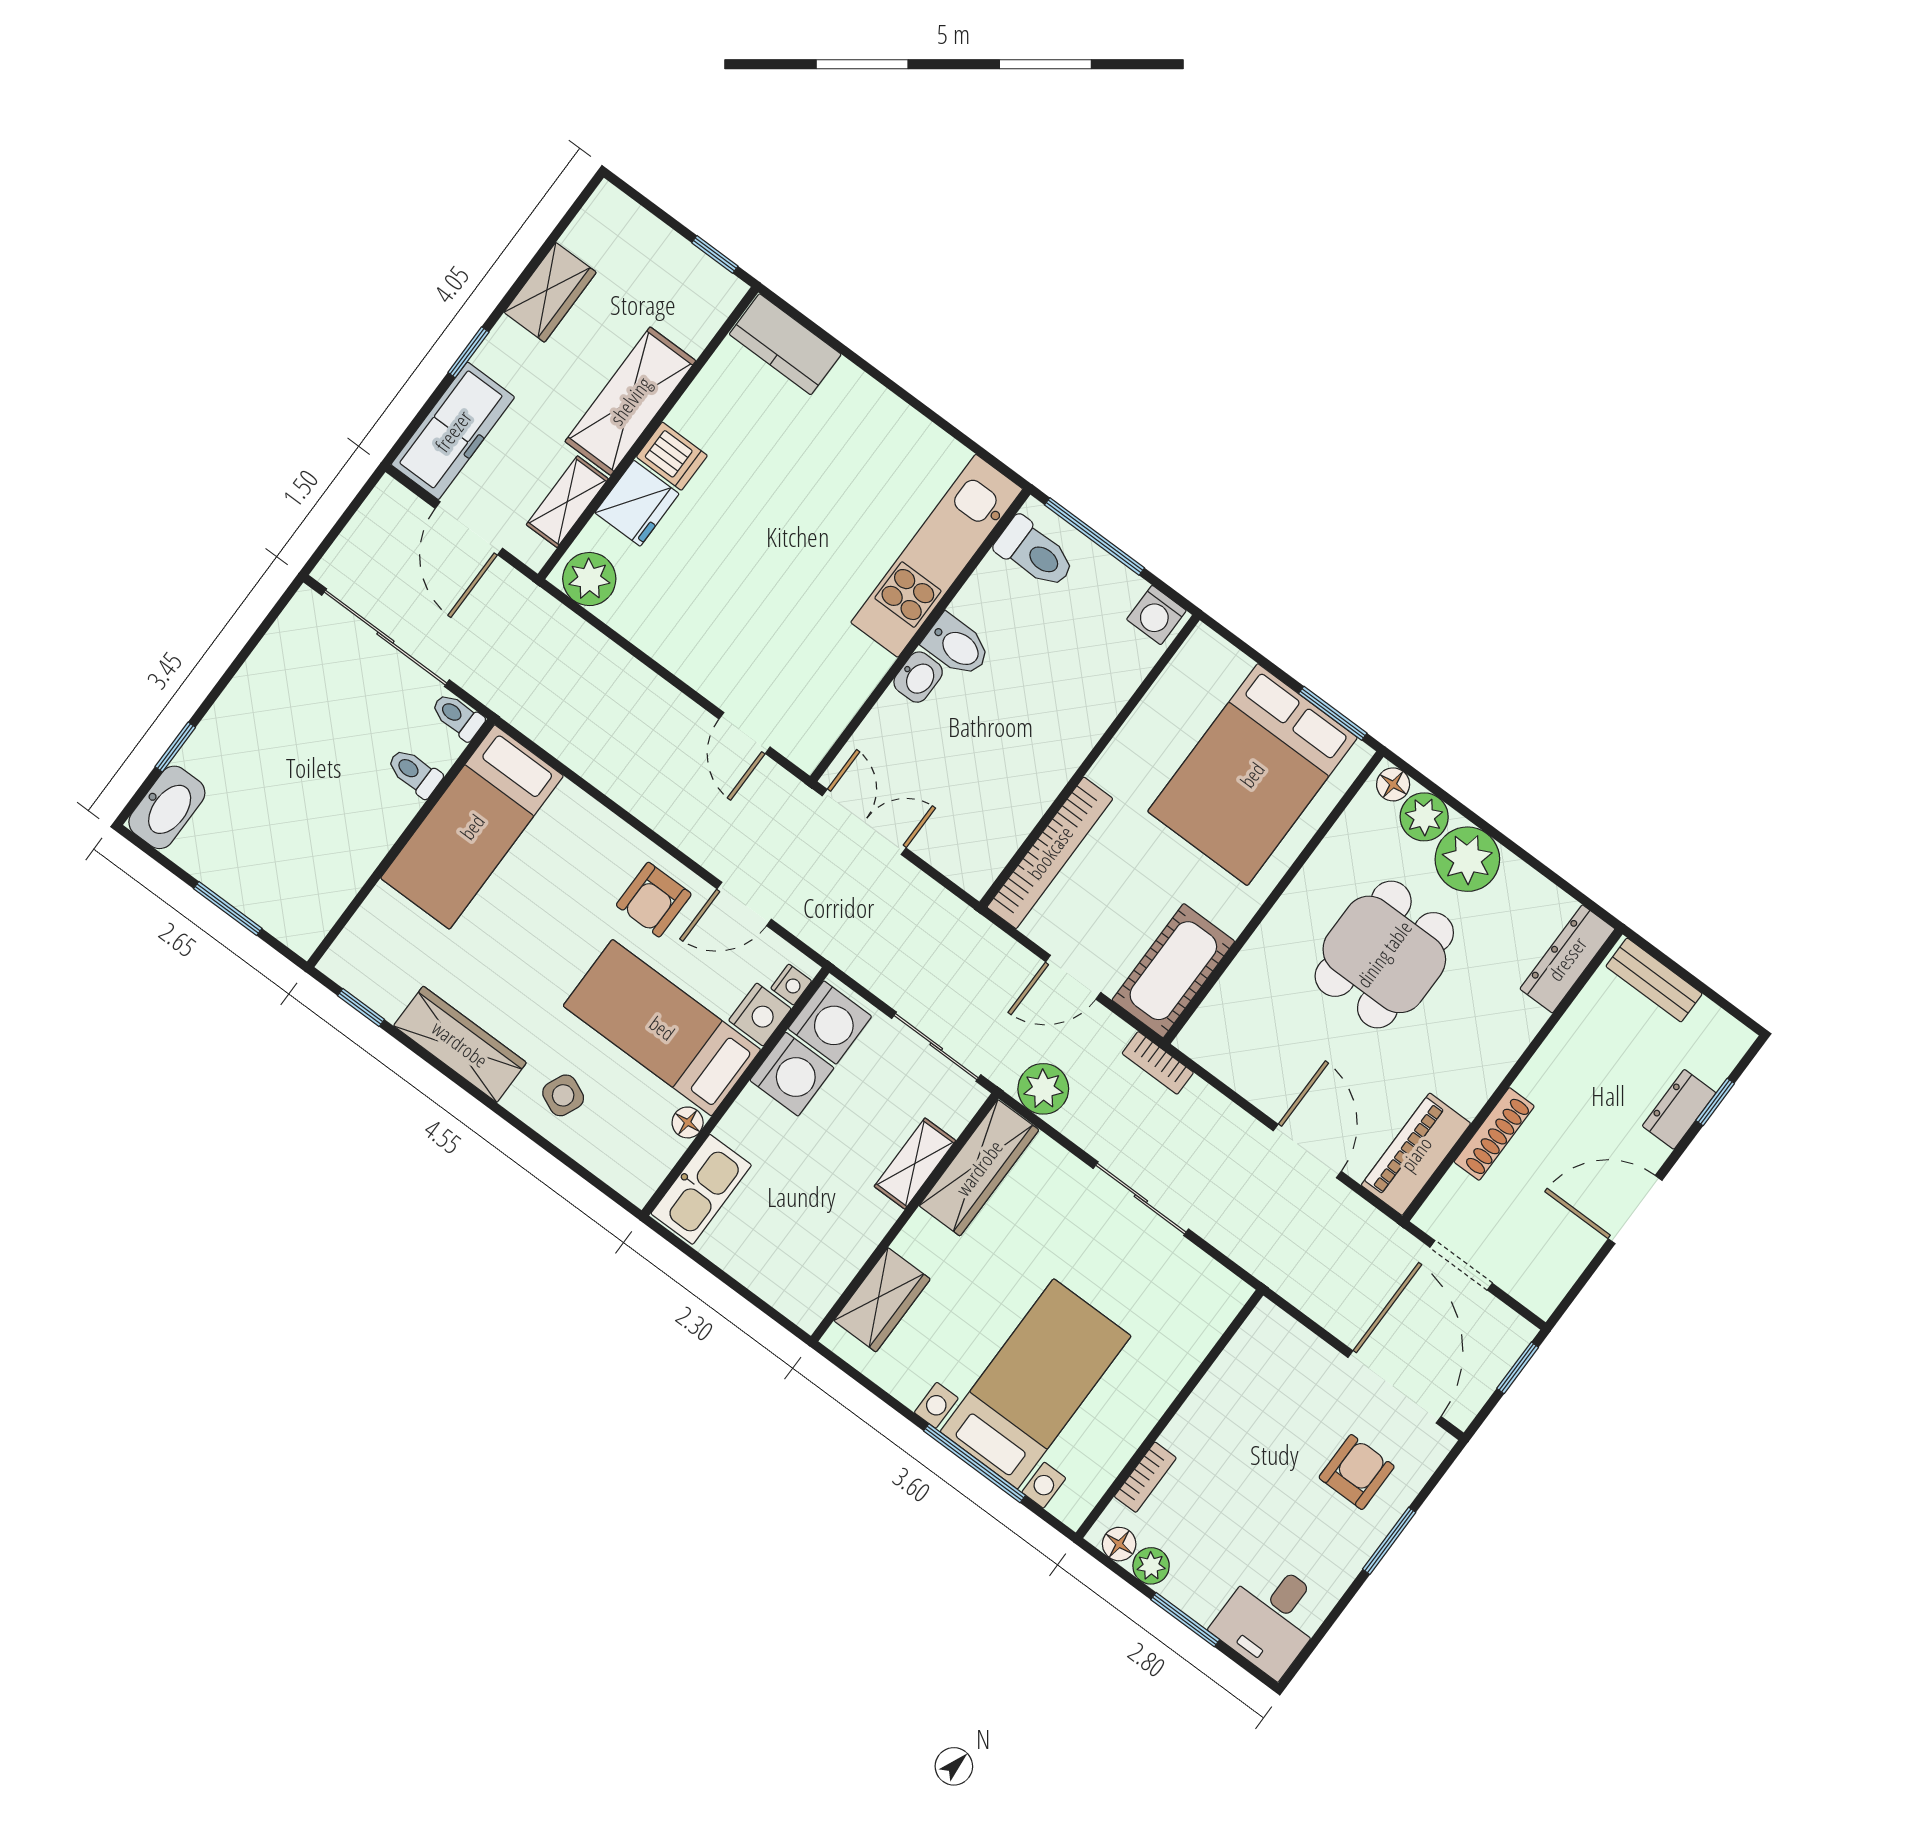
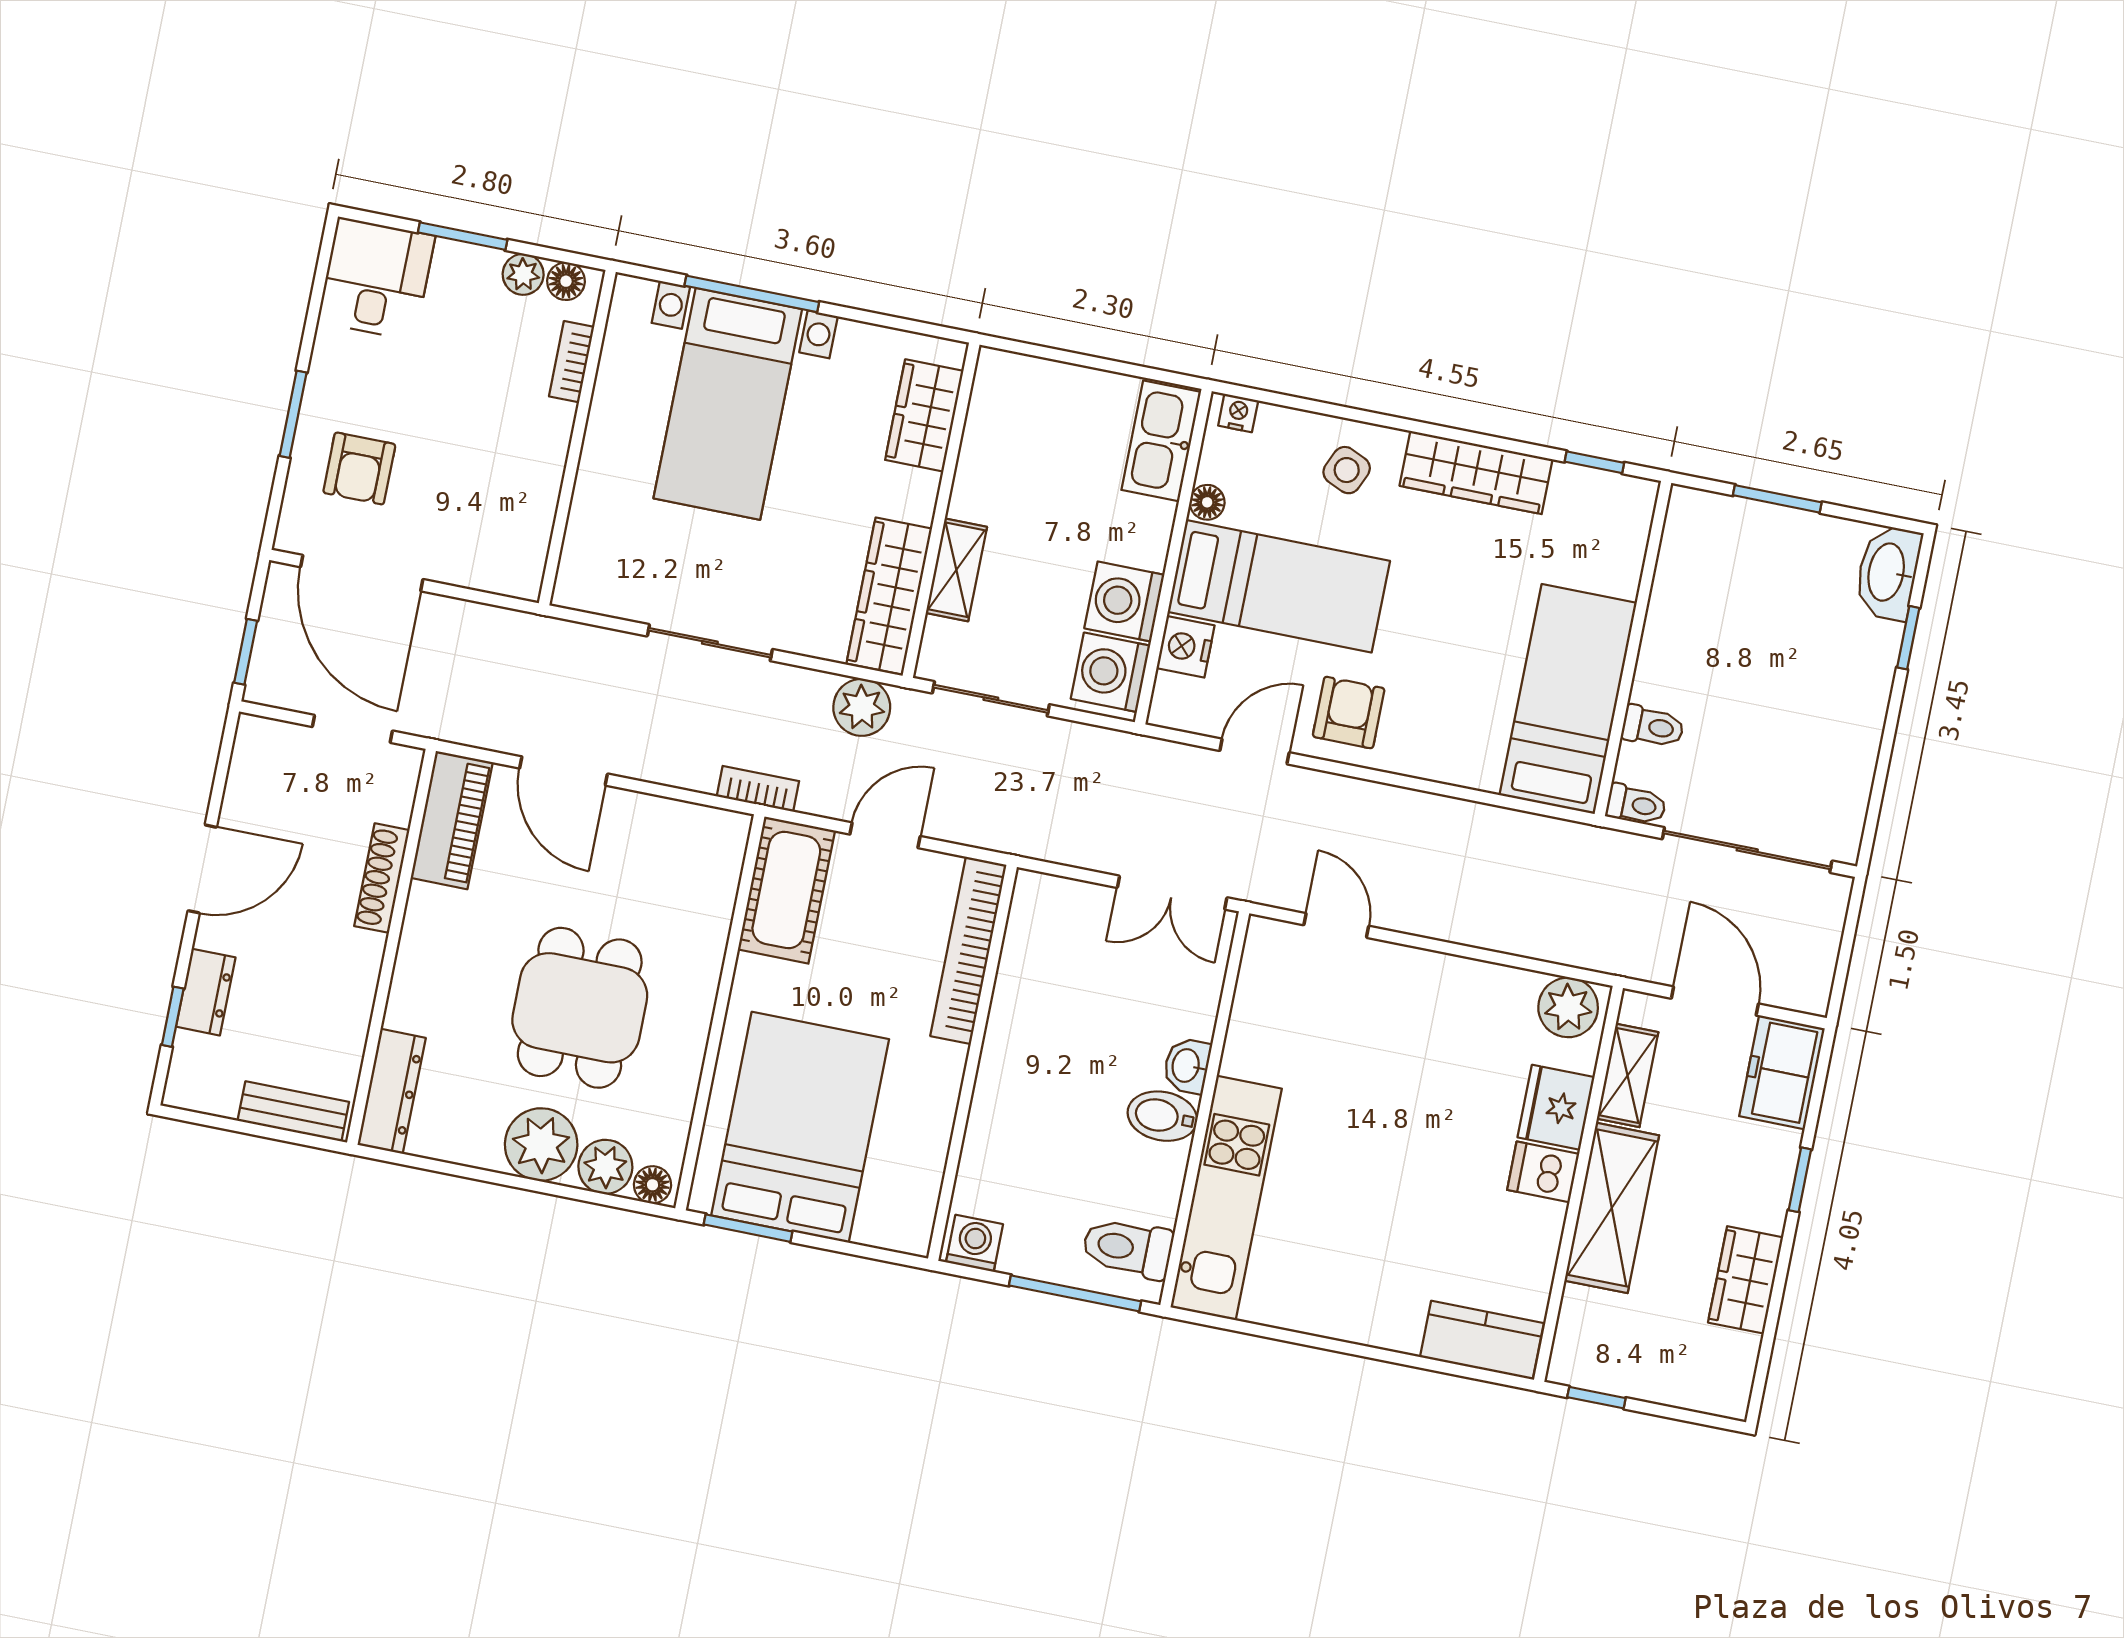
freezer: (453, 431) -> (1782, 1072), width x0.71
nightstand: (791, 985) -> (1238, 413), moved, turned 90

